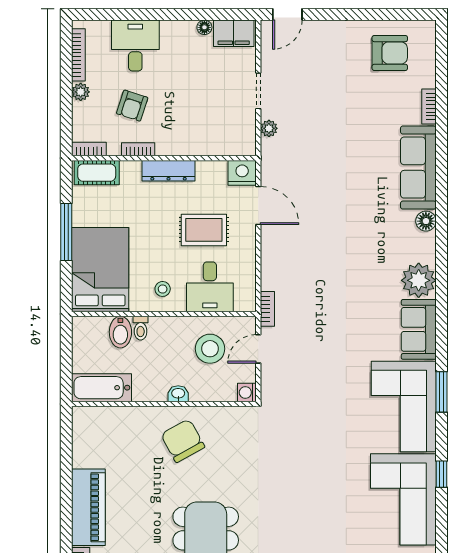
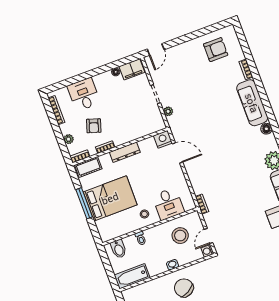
plant: (81, 92) -> (69, 139), moved
rug: (204, 230) -> (154, 176), removed
bed: (100, 270) -> (110, 198), moved, turned 90
bidet: (120, 332) -> (118, 249), moved
door: (258, 349) -> (209, 236), moved

